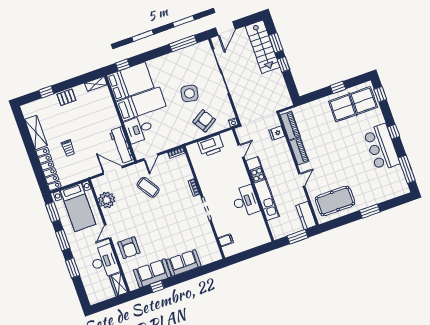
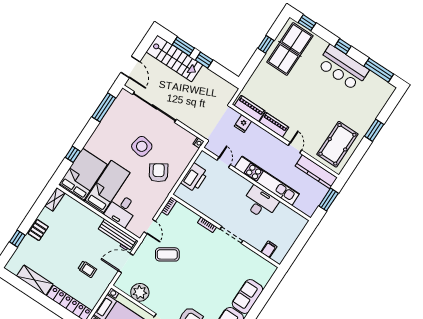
window: (123, 65) -> (73, 154), moved
armchair: (204, 121) -> (159, 173), moved
trolley: (68, 148) -> (87, 269), moved
kitchen counter: (306, 215) -> (316, 172), width x1.50

